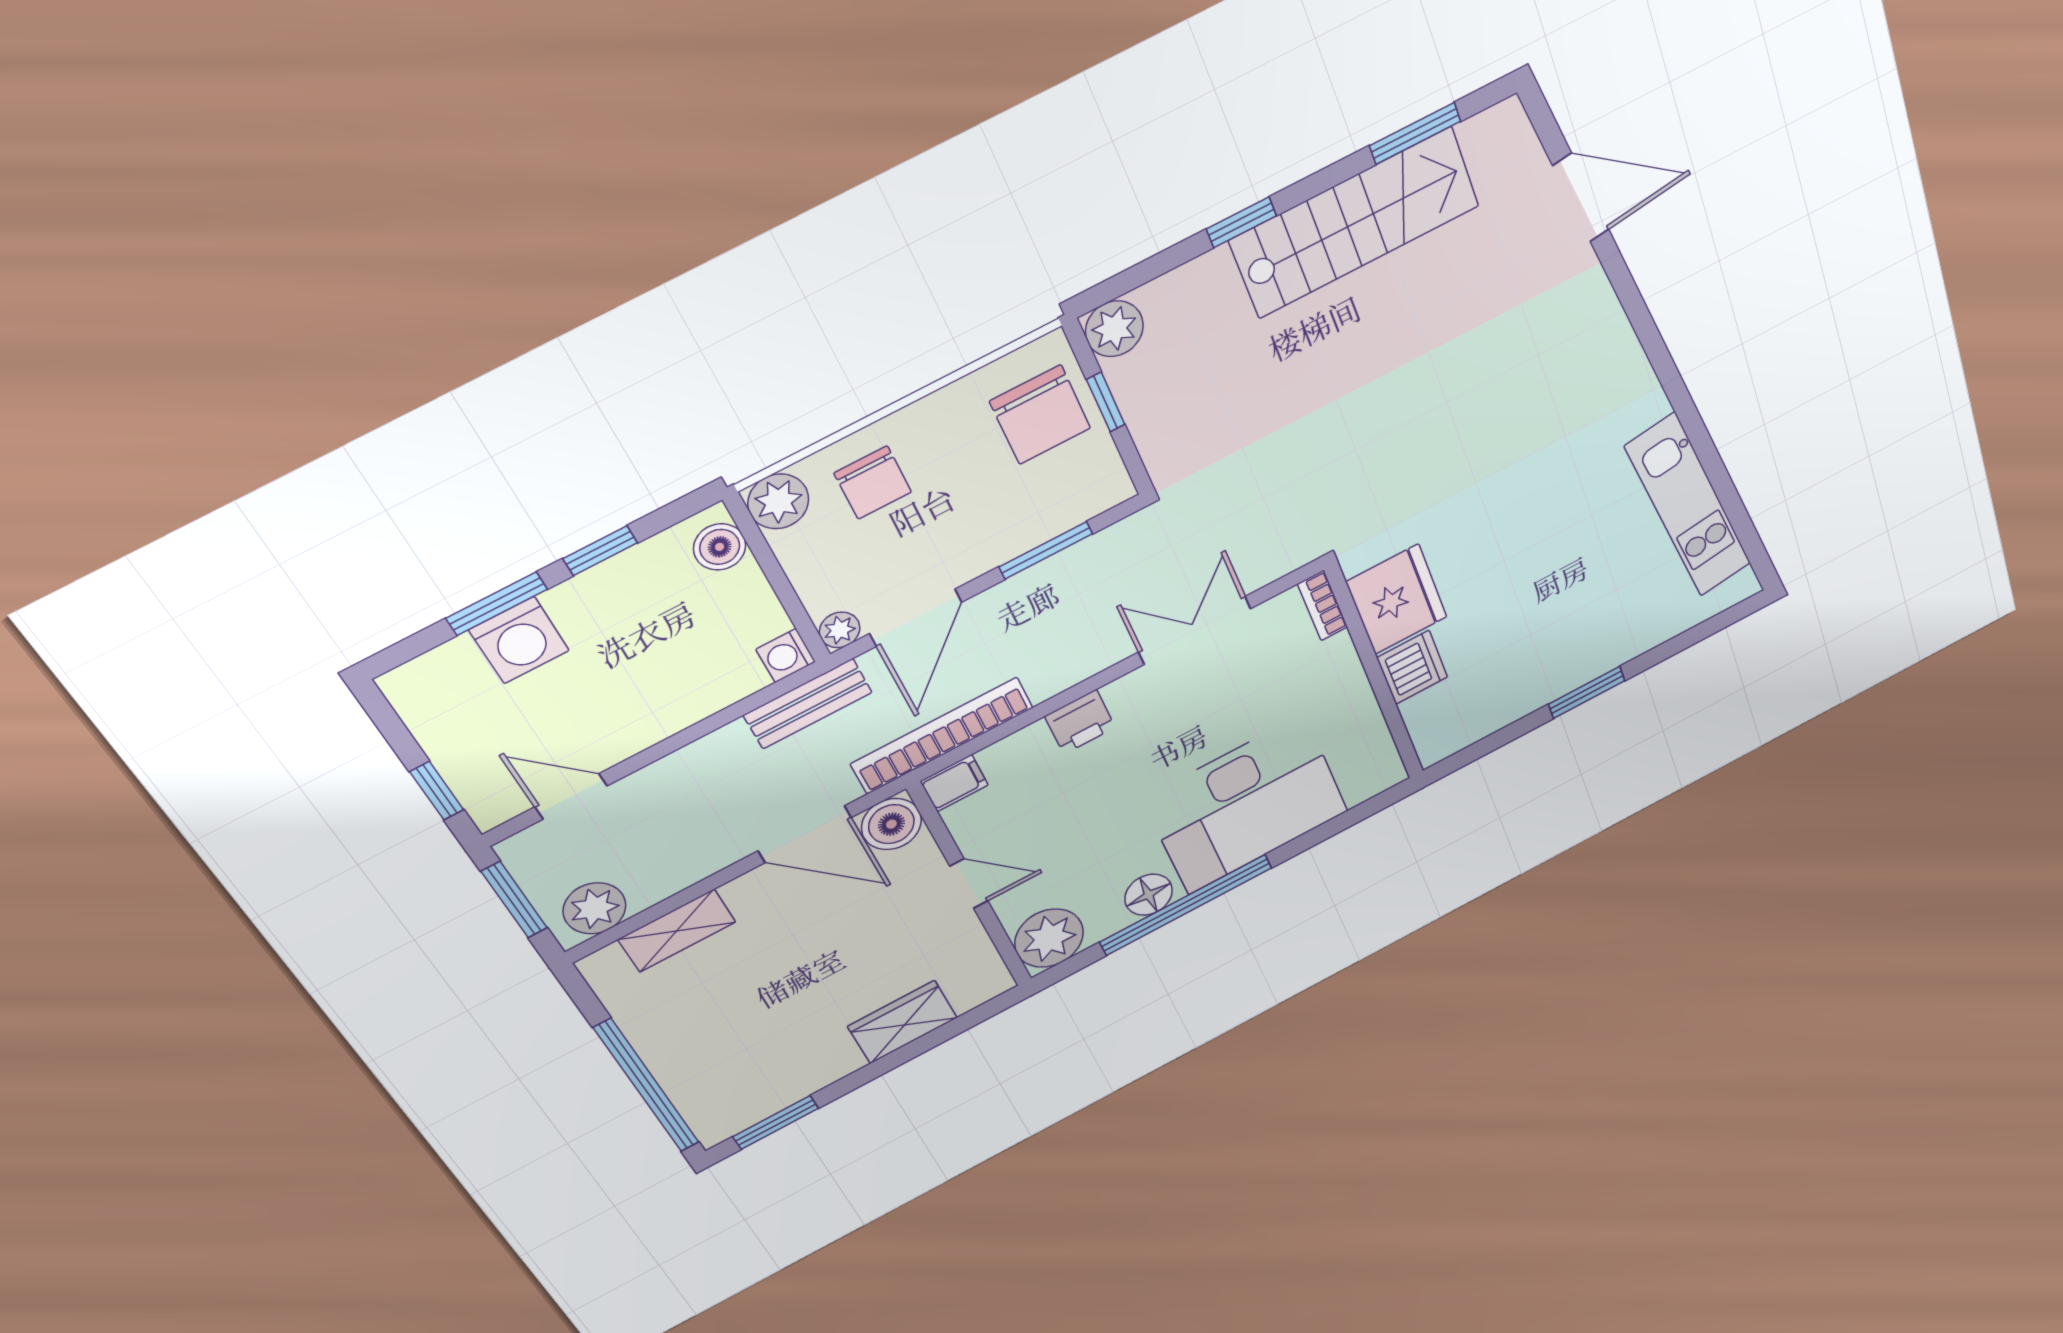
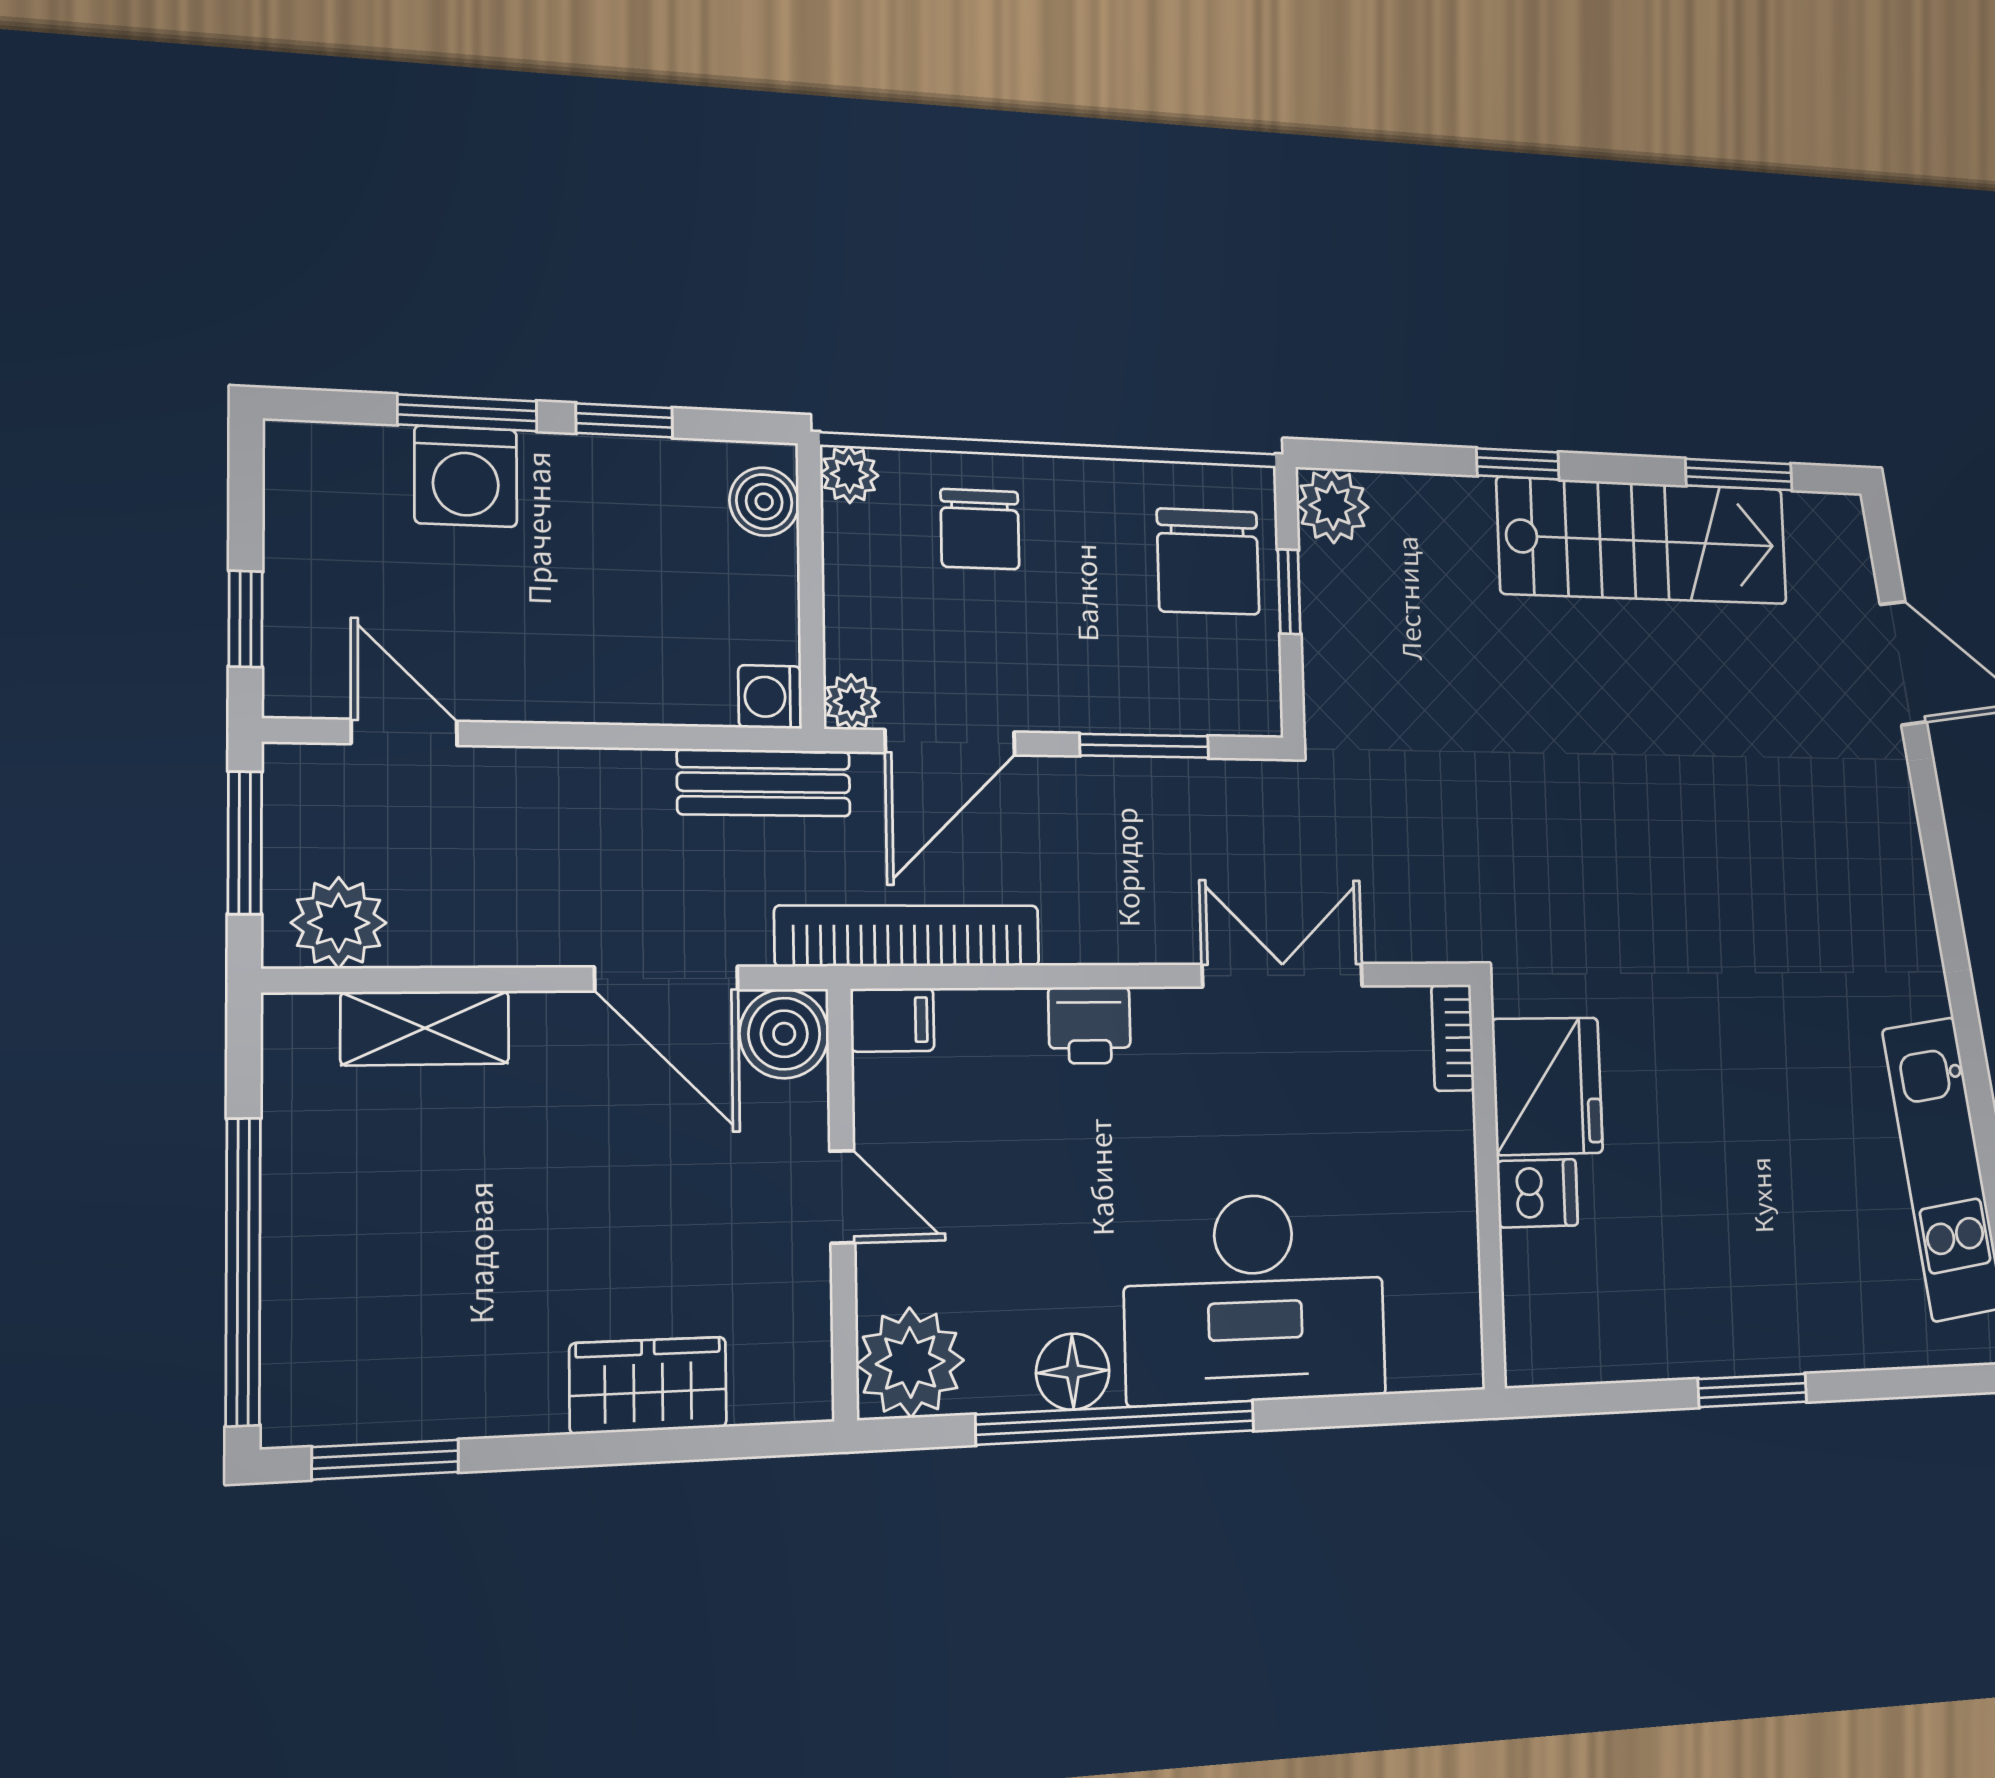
plant: (778, 501) -> (849, 474), width x0.73, depth x0.73
dishwasher: (1412, 667) -> (1537, 1193), width x0.73

